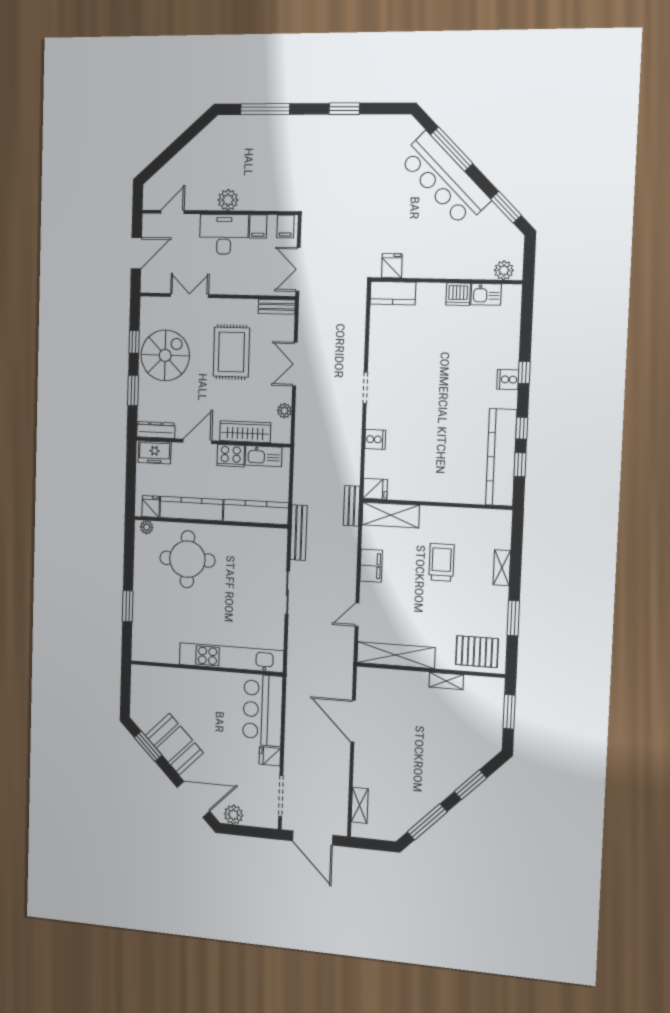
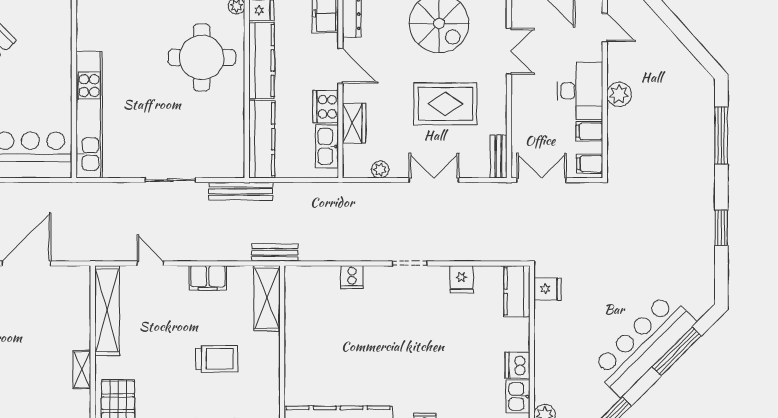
wardrobe: (245, 432) -> (354, 123), width x0.67
fridge: (375, 489) -> (461, 279), moved

